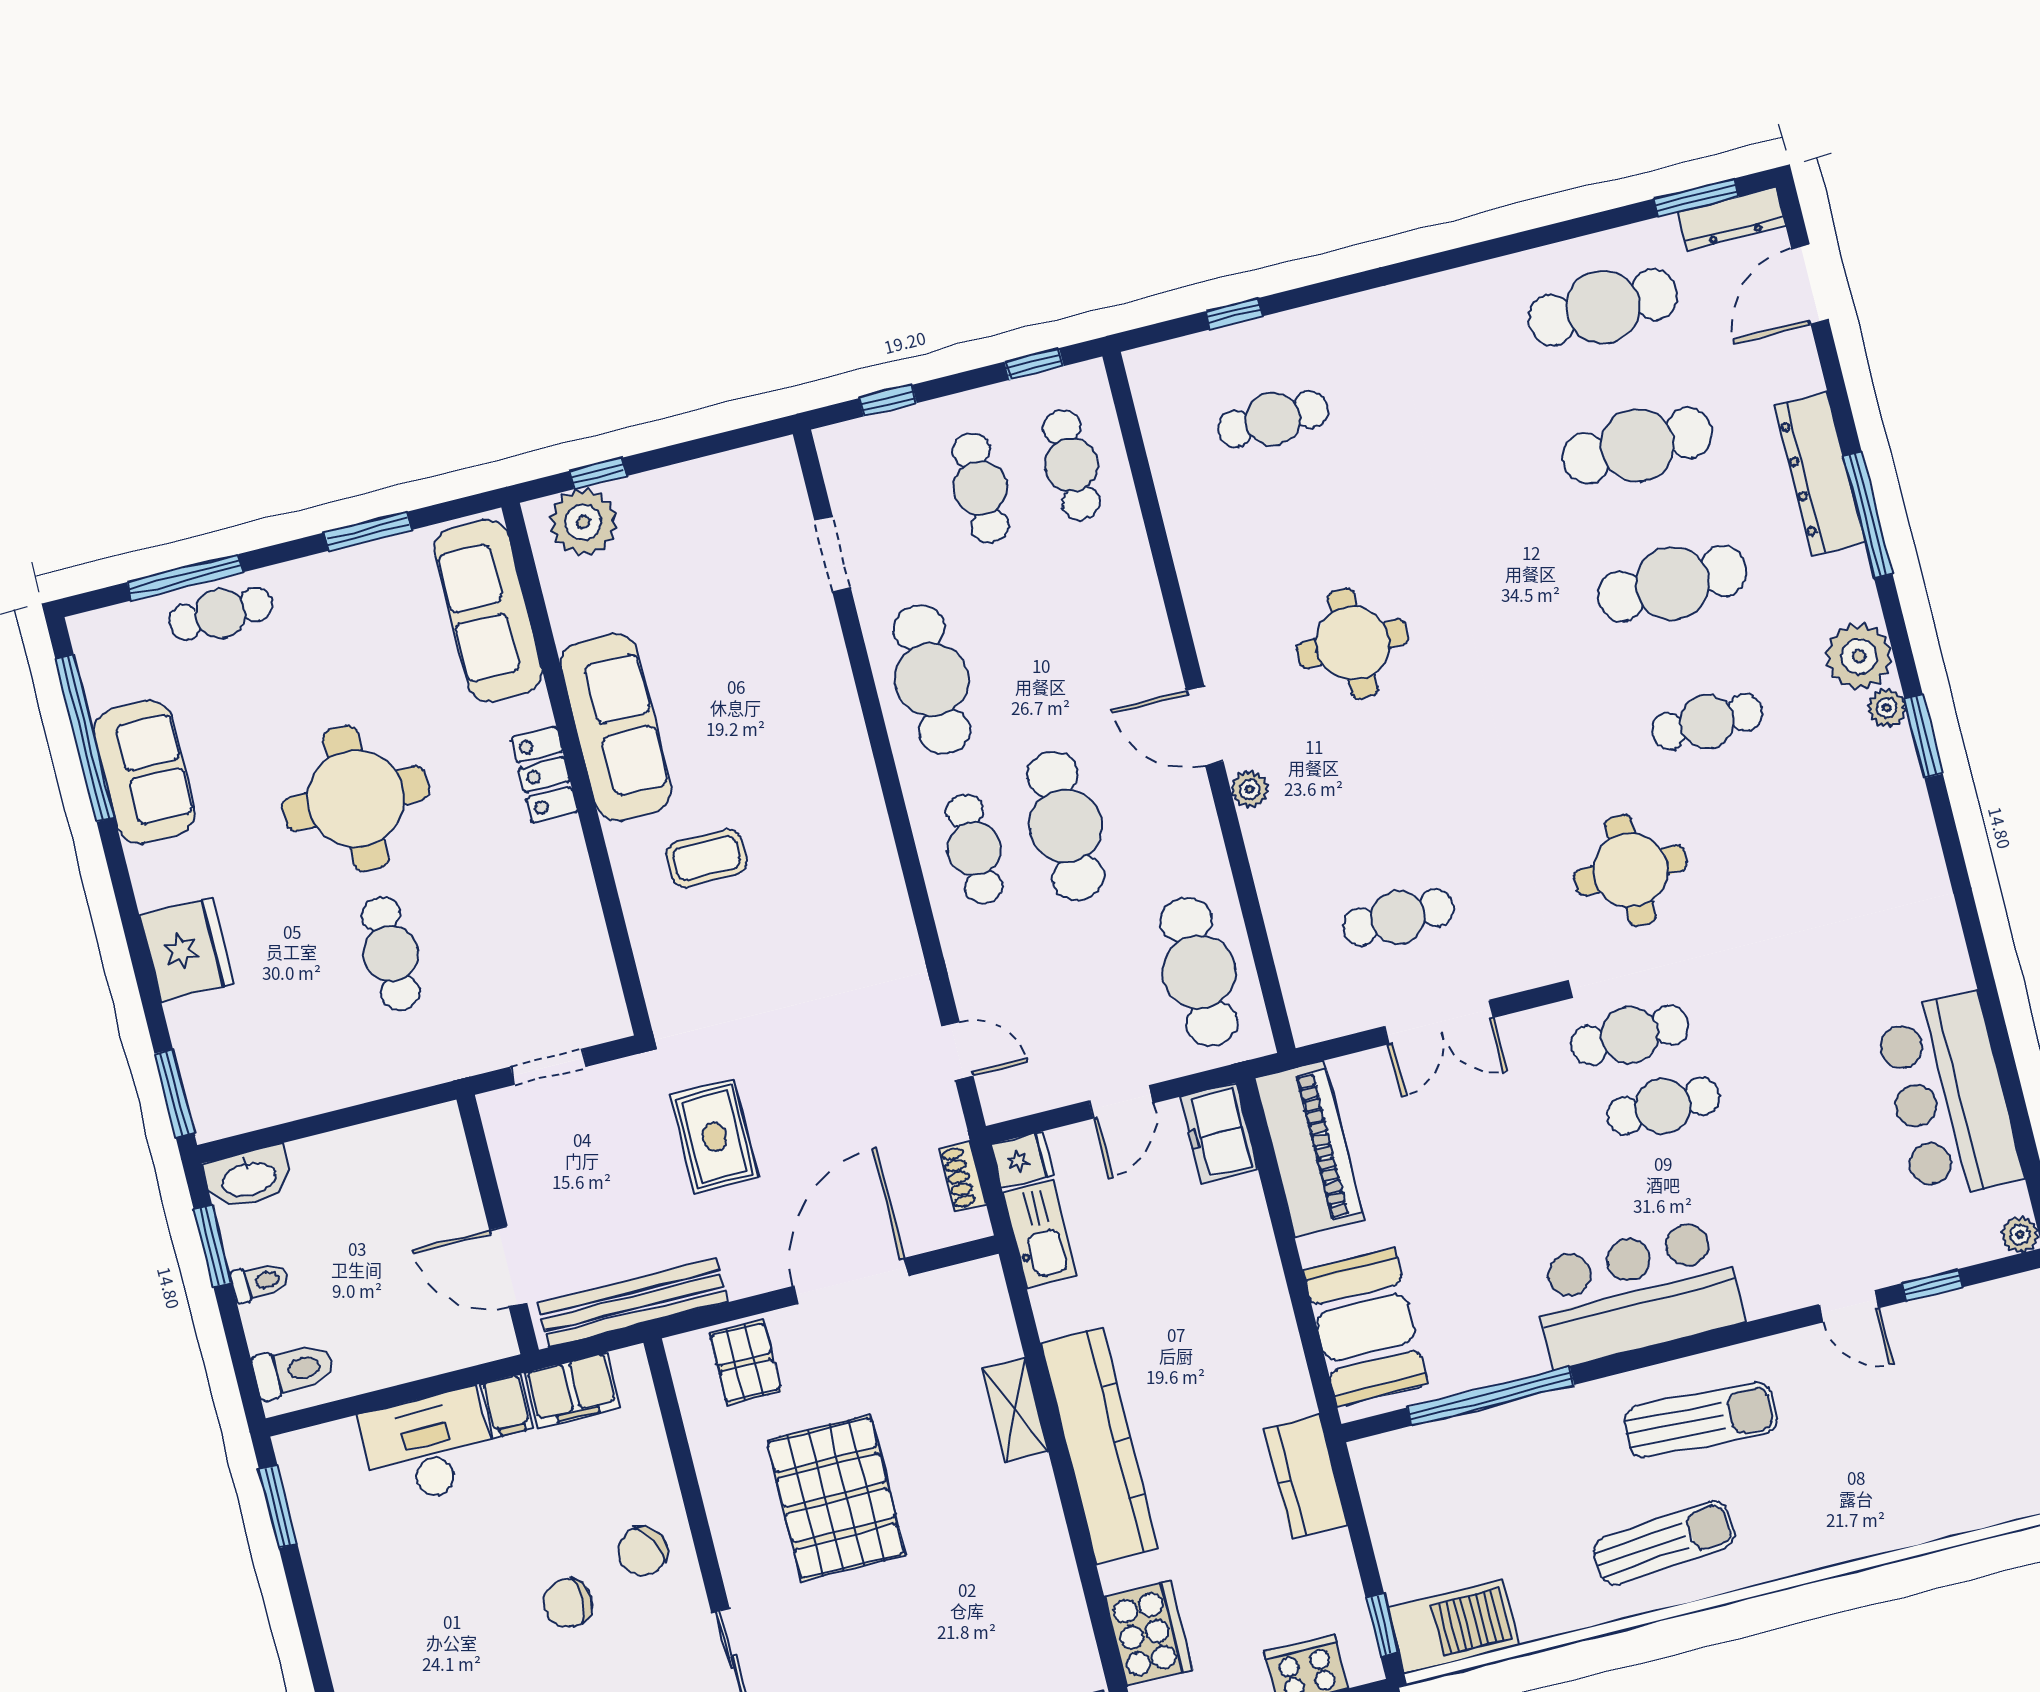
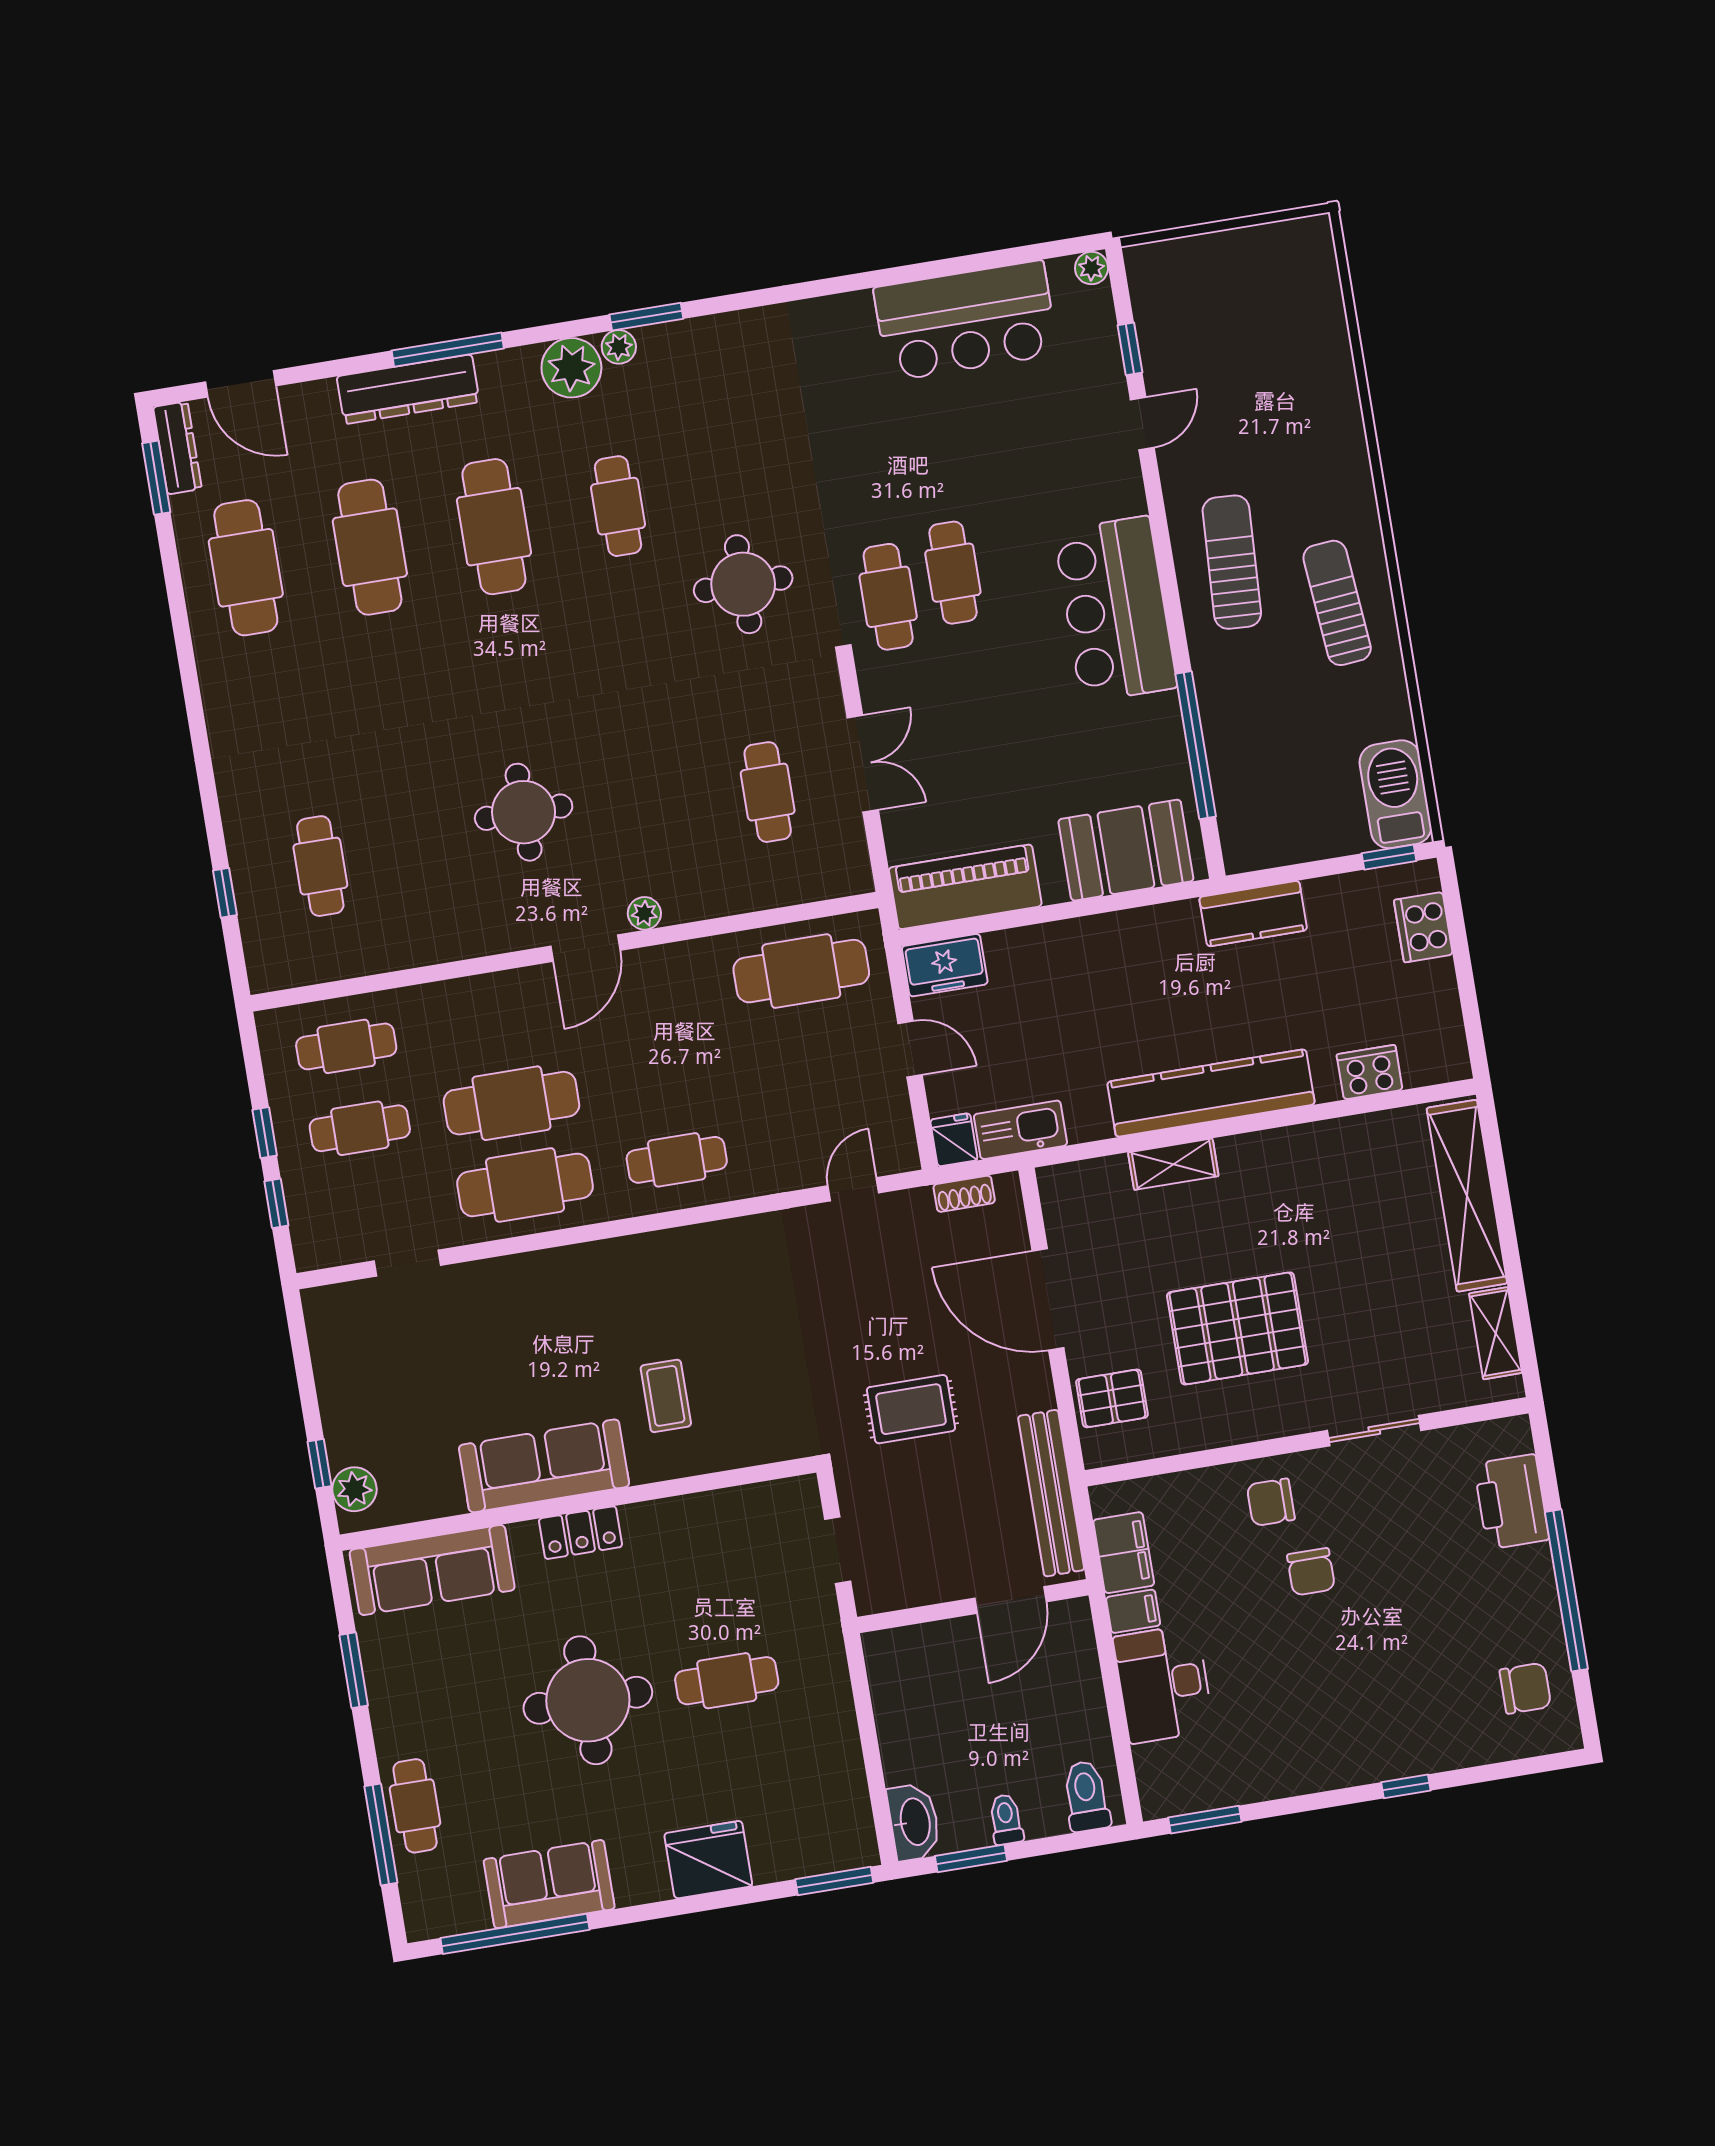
window: (1034, 364) -> (265, 1133), moved
plant: (583, 522) -> (354, 1489), width x0.73, depth x0.73
cafe table: (1065, 826) -> (511, 1103), moved
chair: (643, 1551) -> (1271, 1502), turned 118
cooker: (1149, 1633) -> (1370, 1072), width x0.73, depth x0.76

